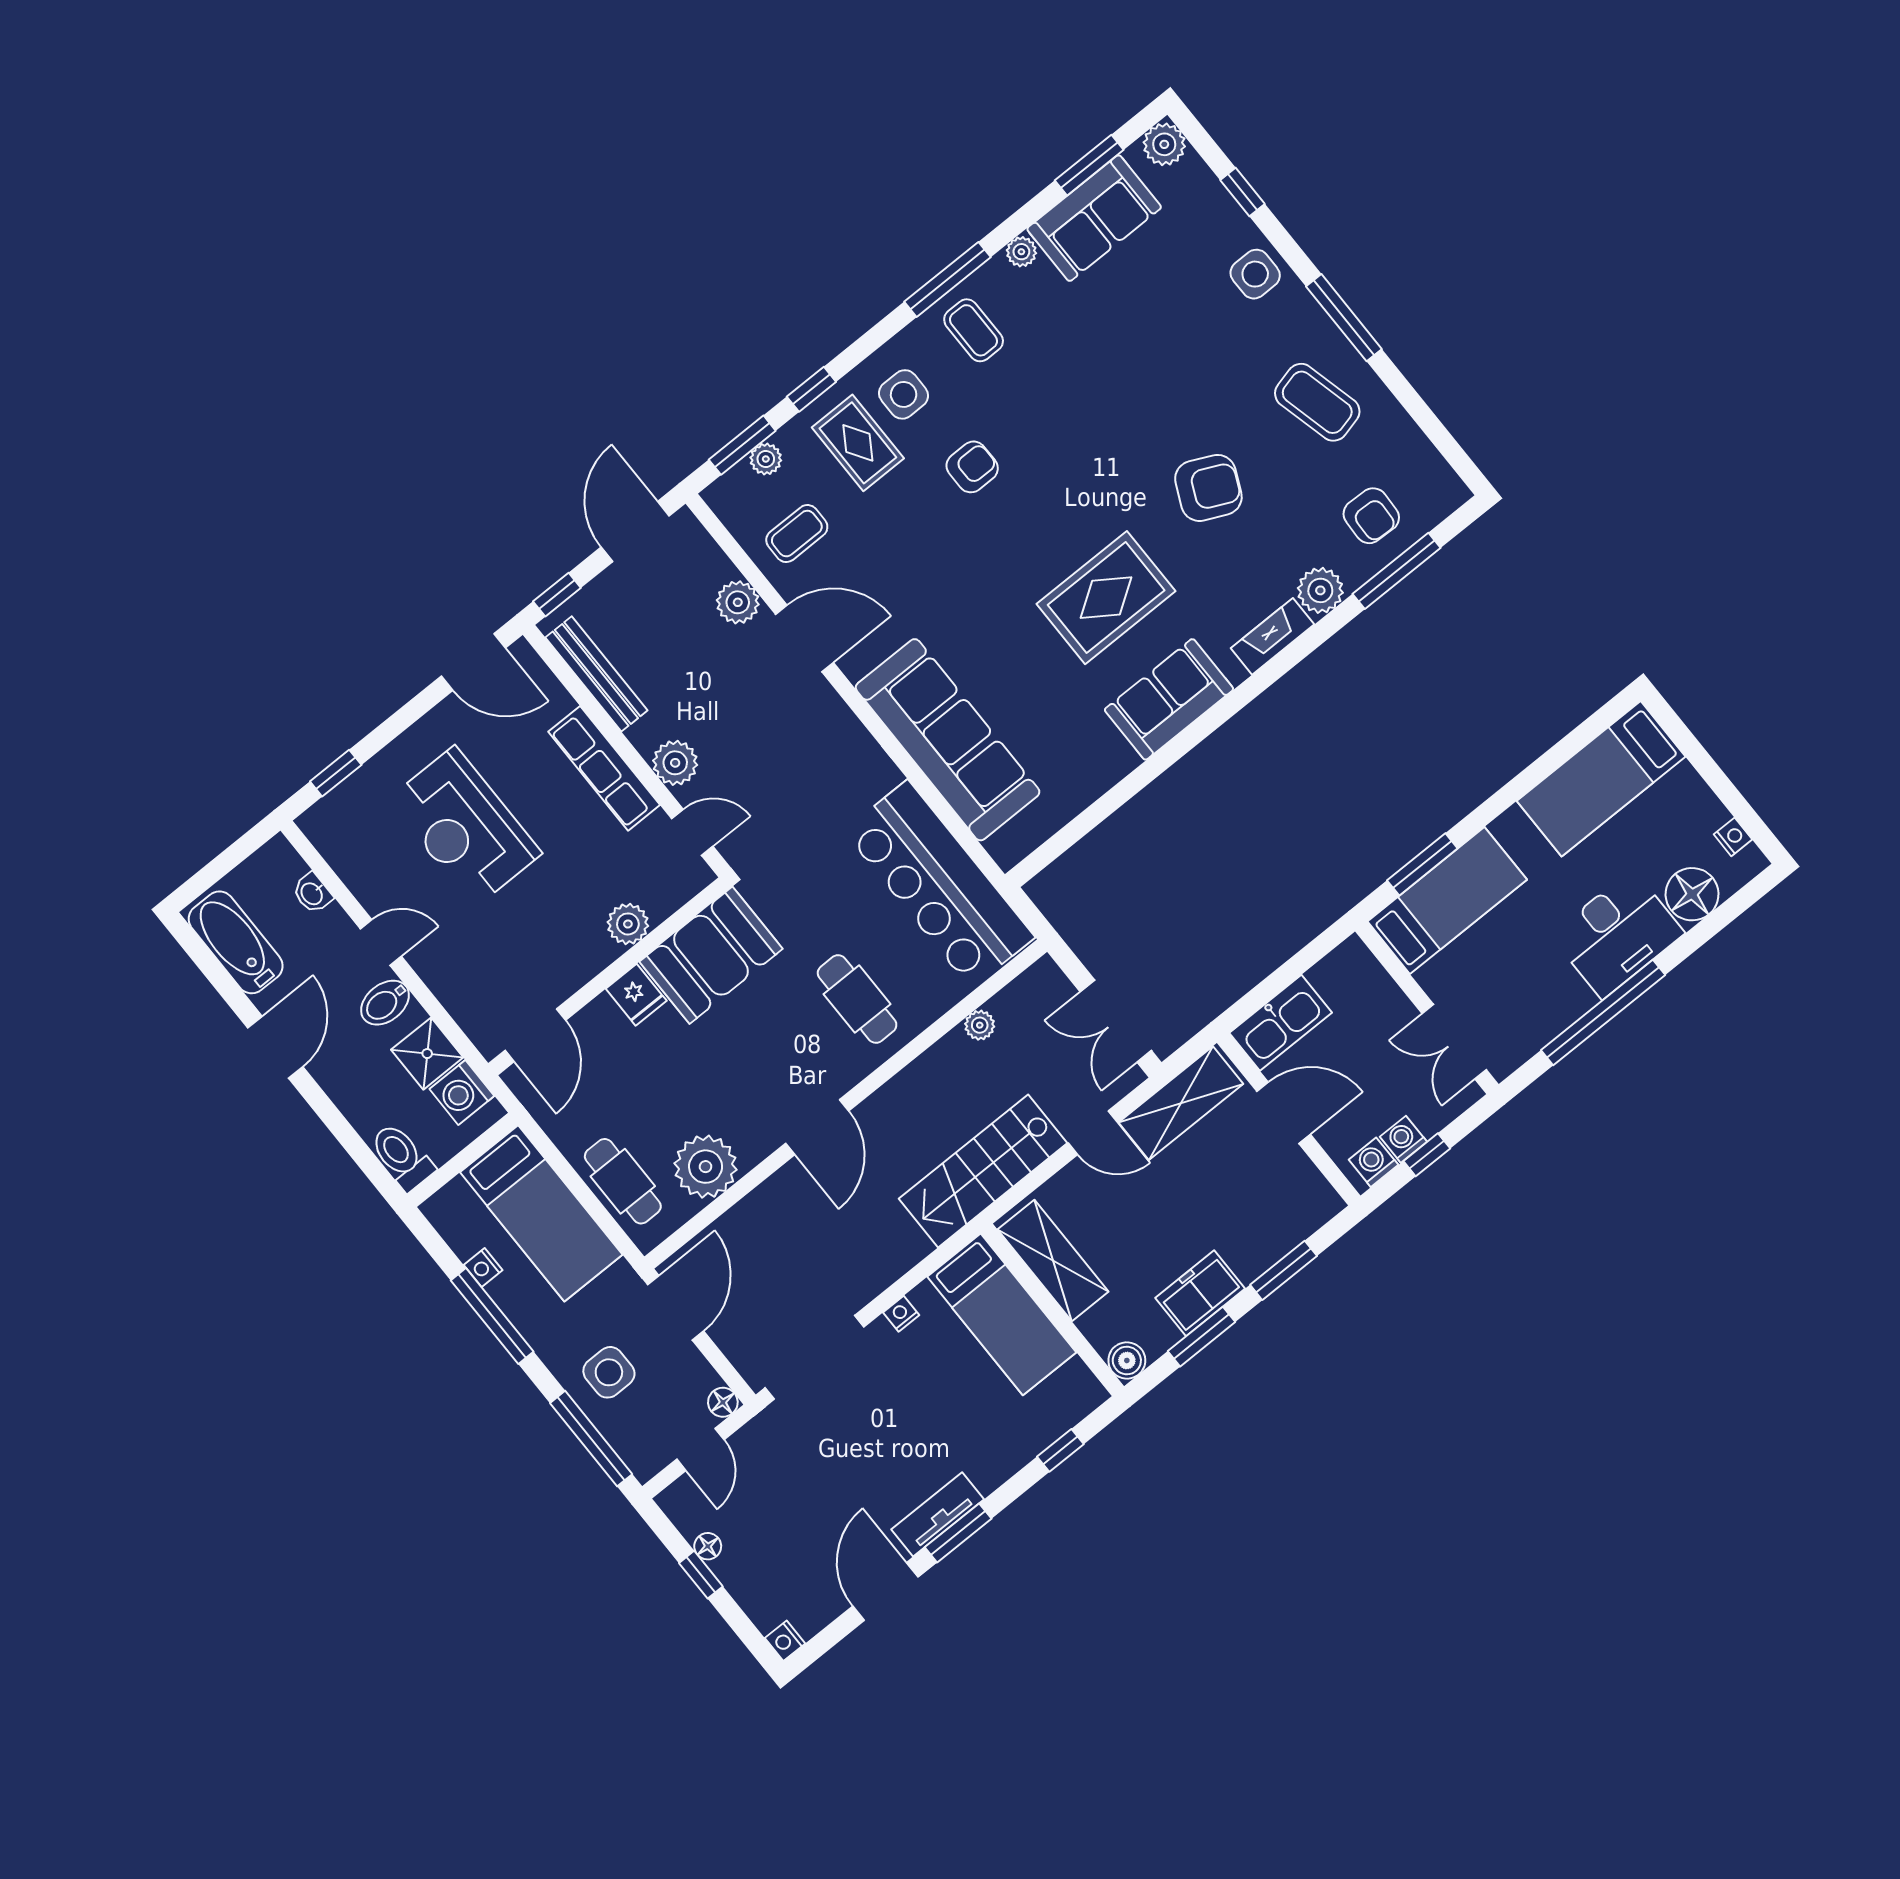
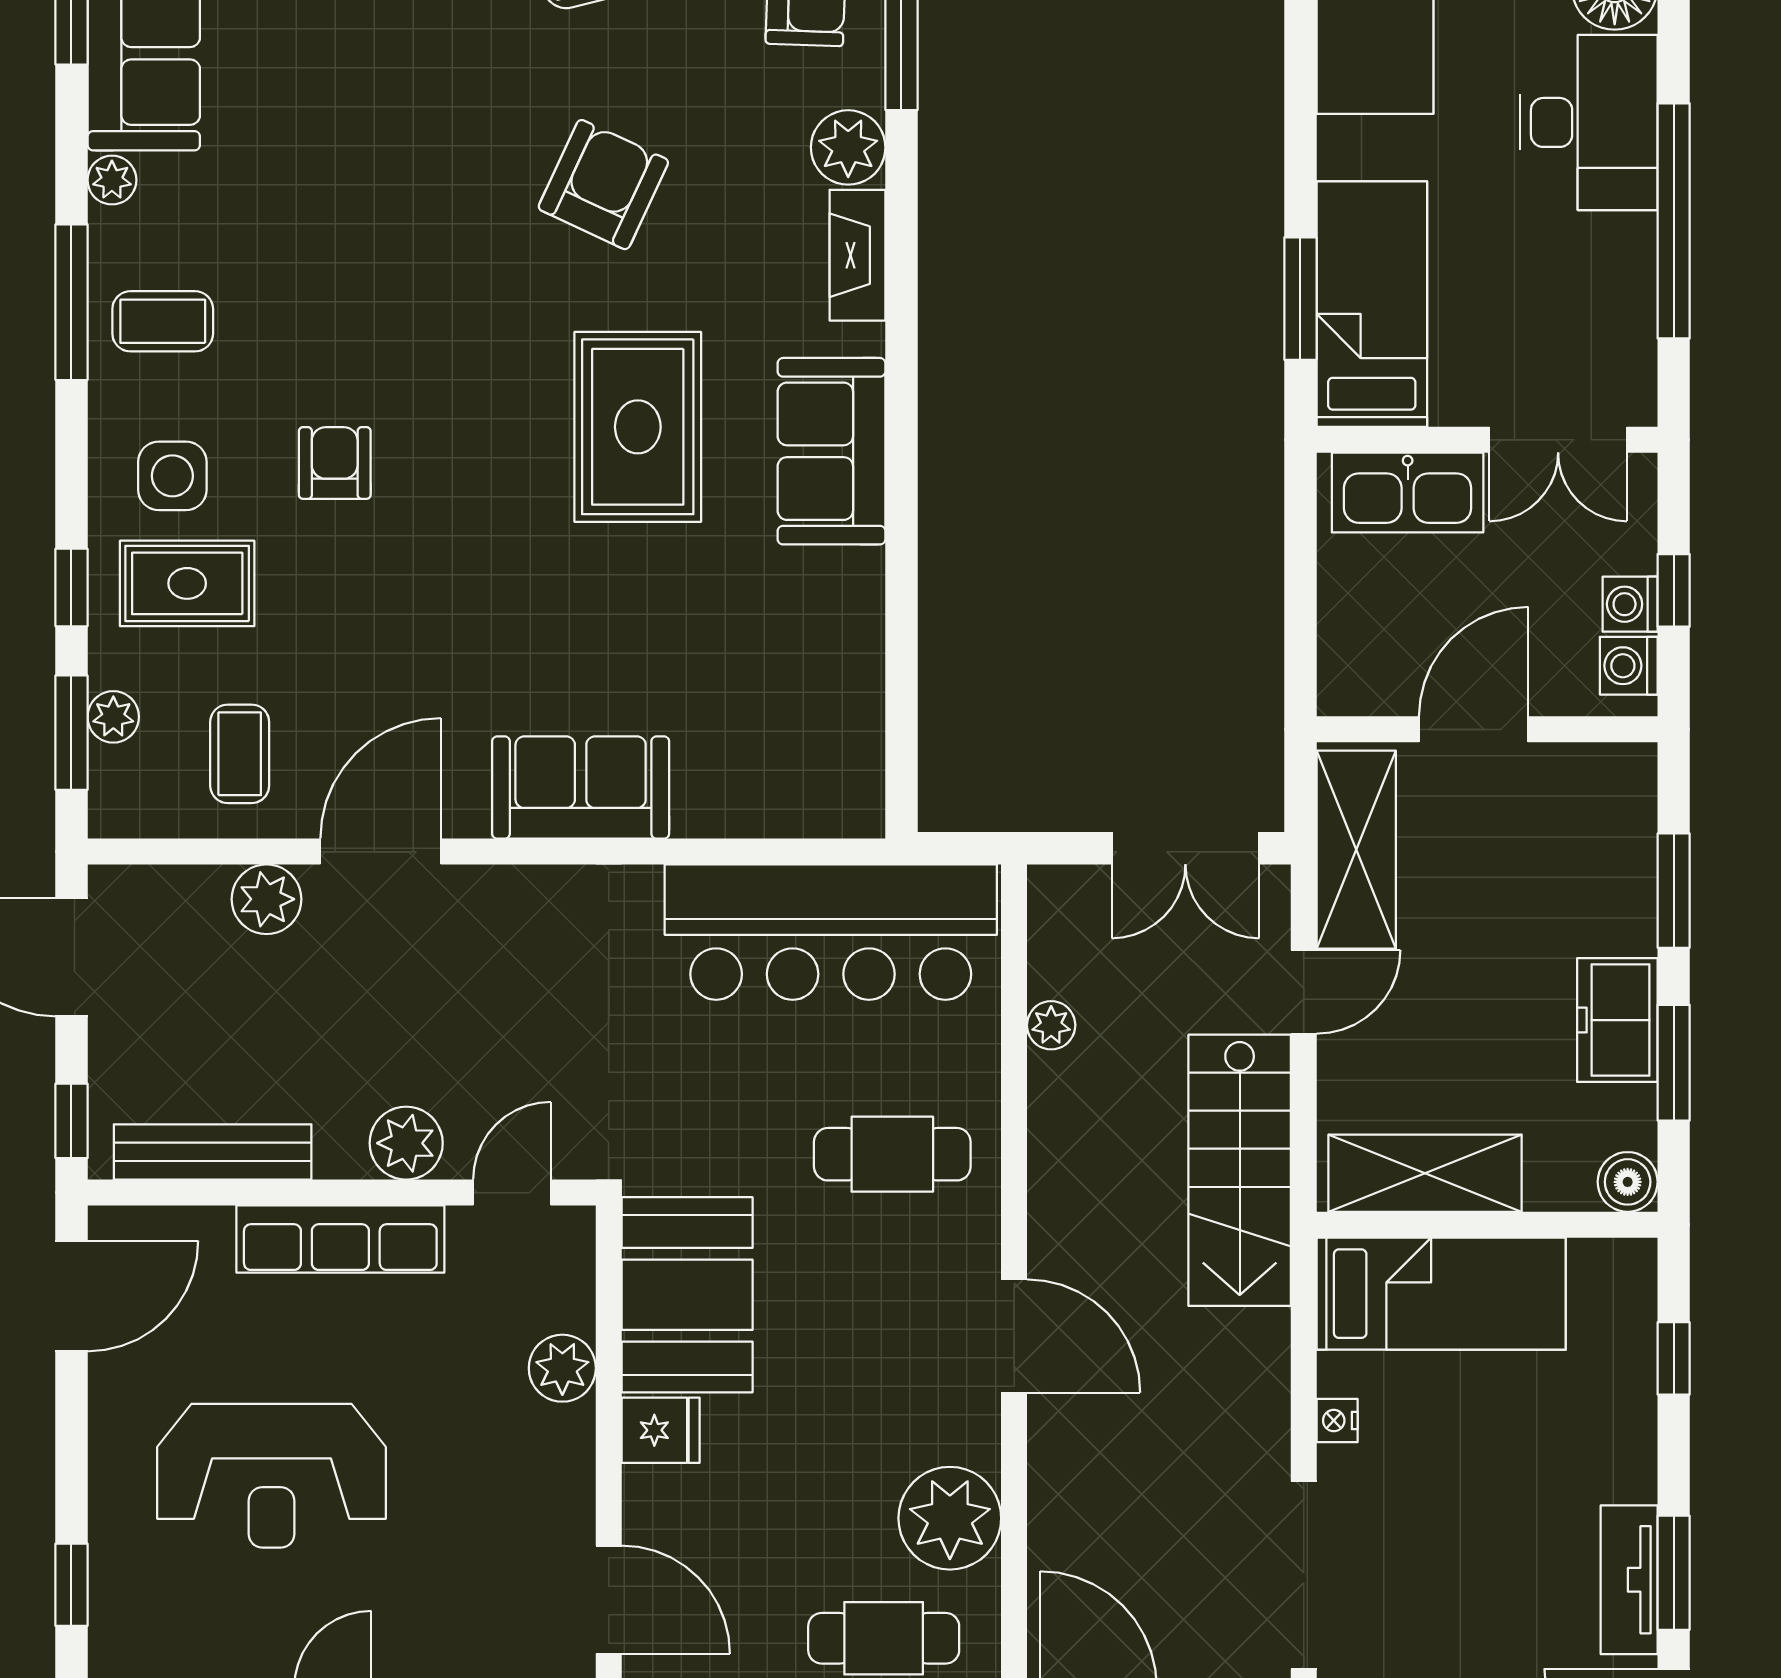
sofa: (948, 740) -> (581, 787), width x0.54, depth x0.79
kitchen sink: (1281, 1023) -> (1408, 493), moved, turned 90

